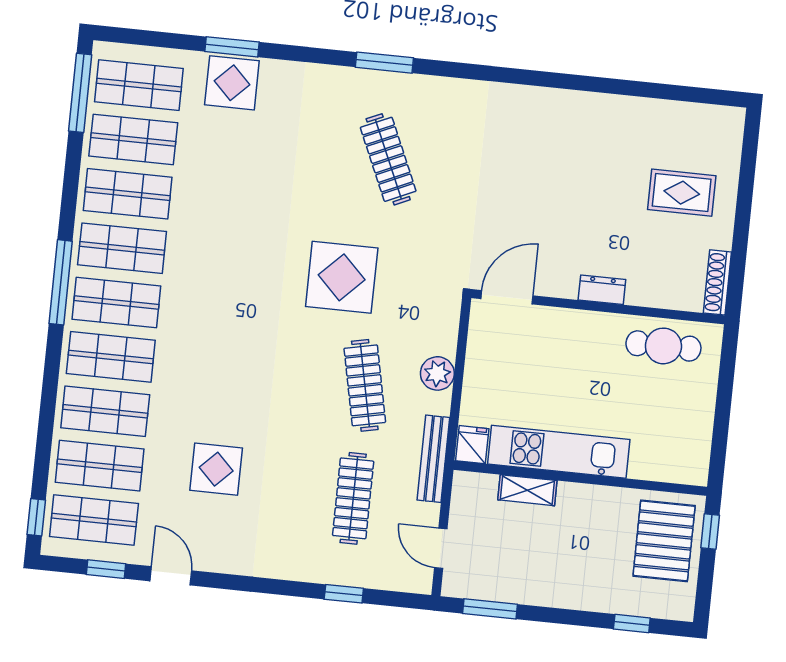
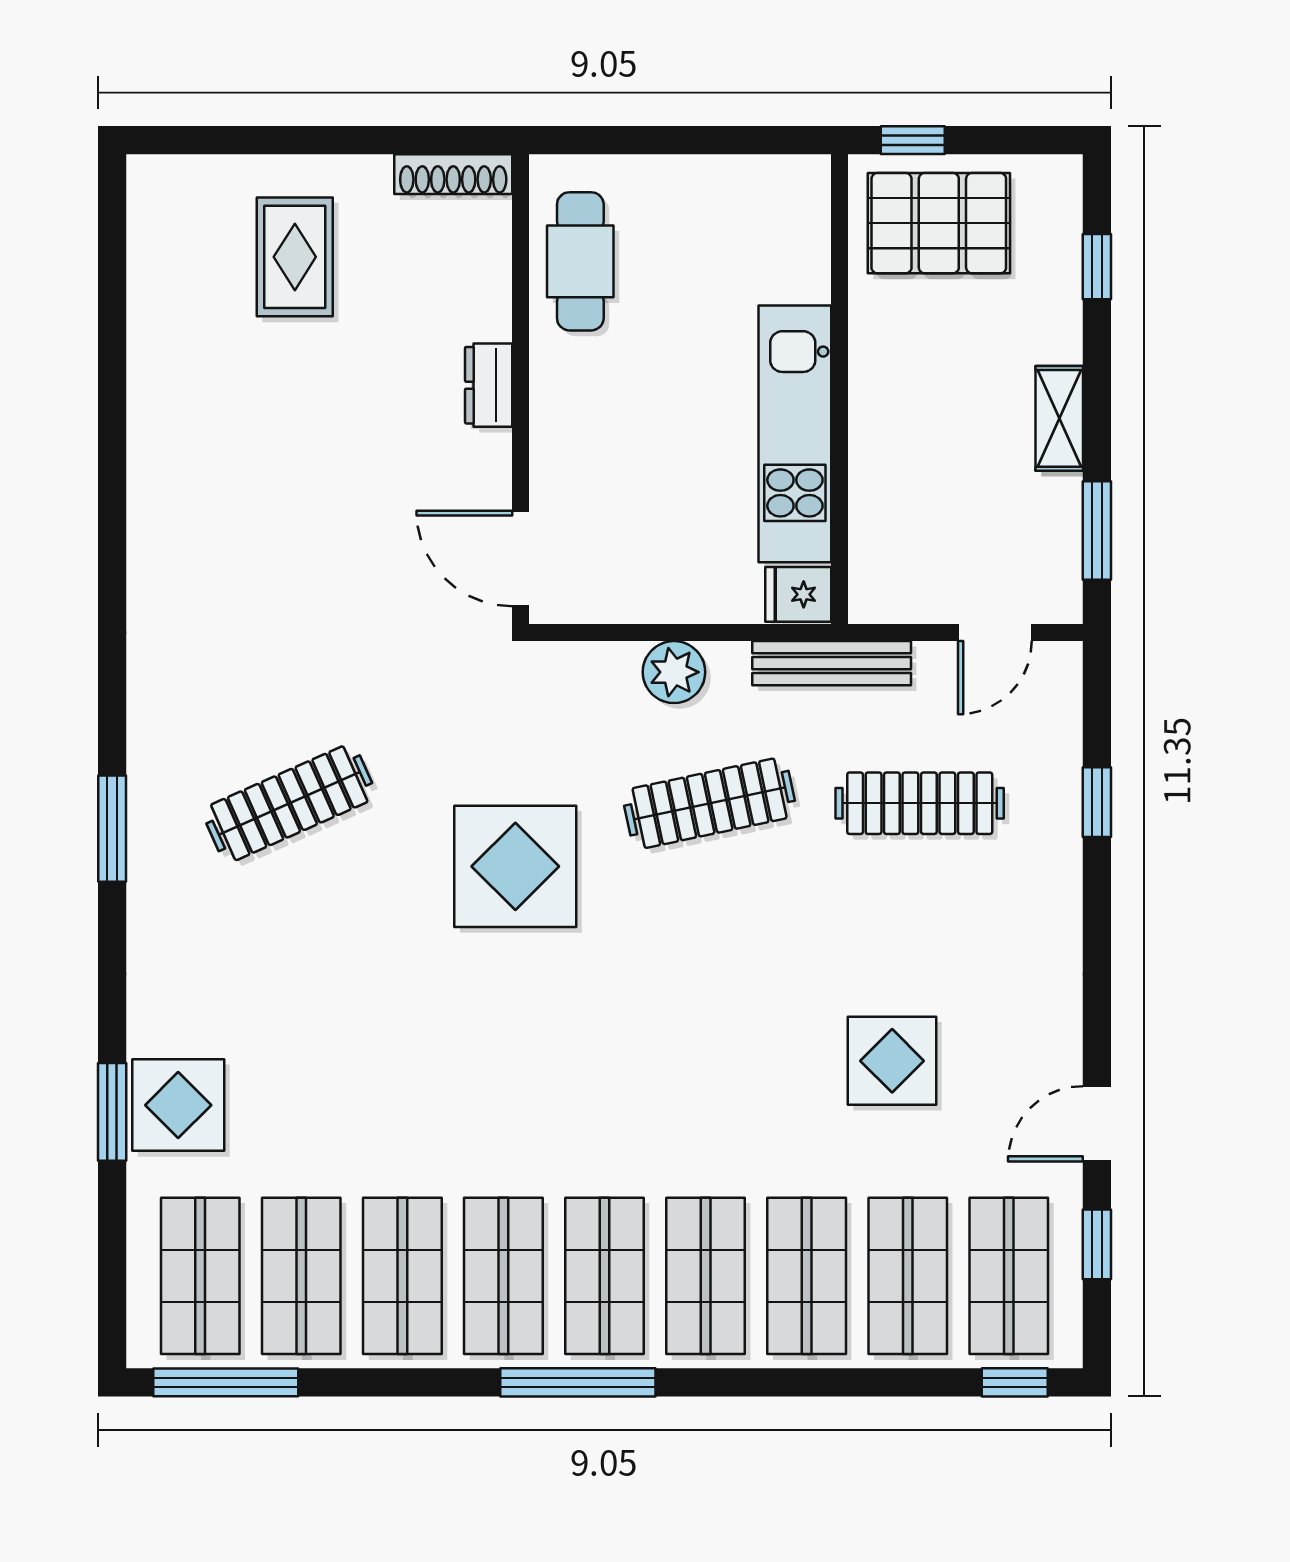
shelving: (527, 490) -> (1059, 418), moved

